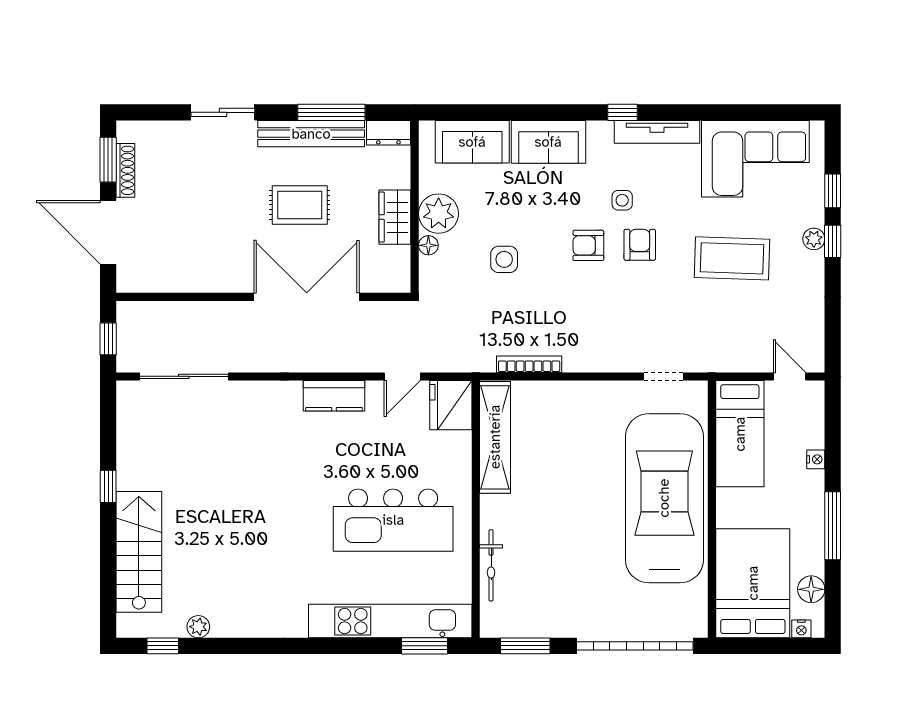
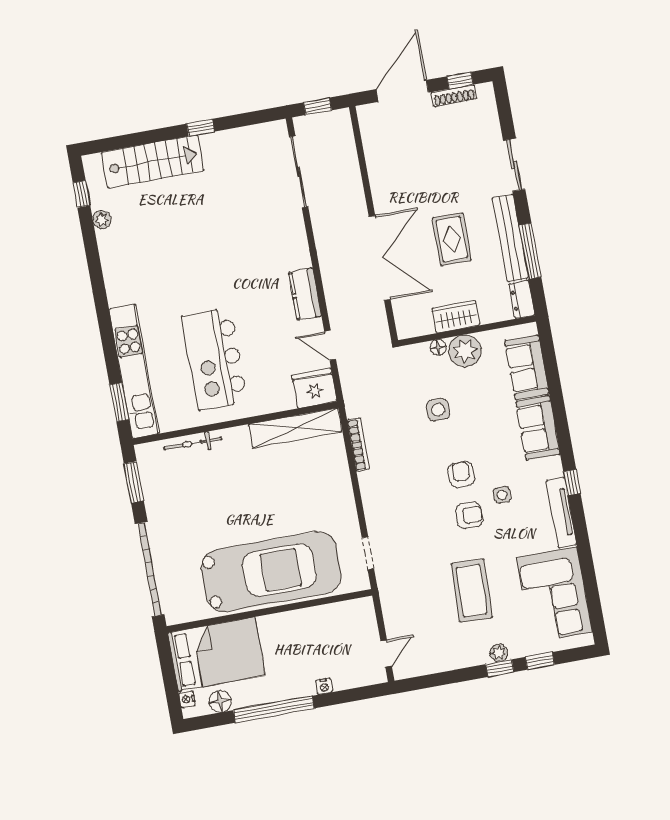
window: (108, 160) -> (460, 80), width x0.67
bed: (740, 434) -> (334, 622), removed
window: (833, 526) -> (274, 709), width x1.46

